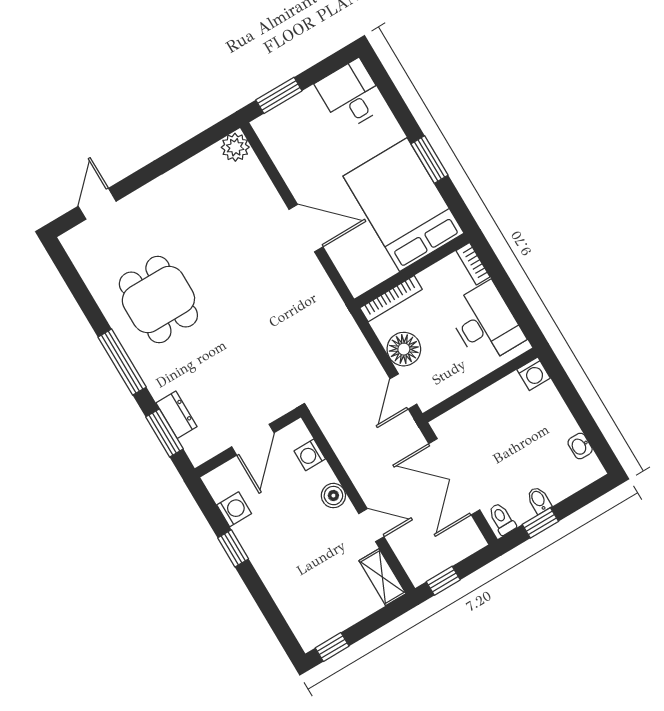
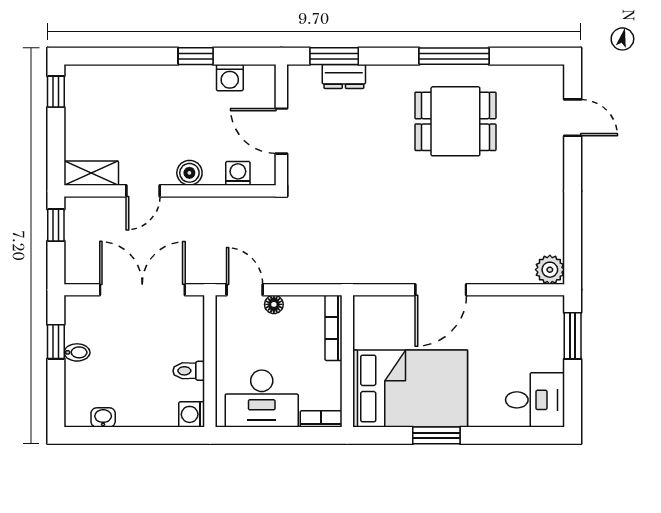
floor lamp: (404, 349) -> (274, 304), width x0.53, depth x0.53
window: (122, 362) -> (454, 56), moved
toilet: (502, 519) -> (189, 371), moved, turned 180

